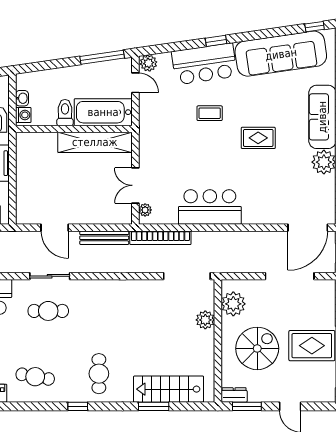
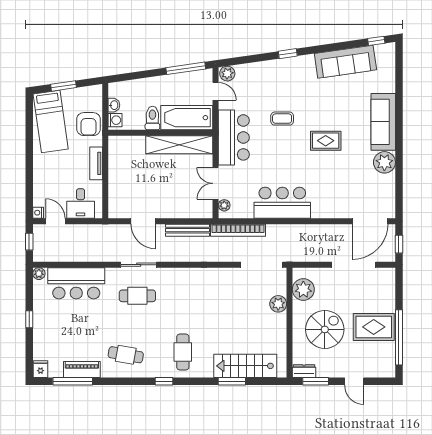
sofa: (281, 54) -> (345, 62), width x0.74, depth x0.79
bar counter: (204, 64) -> (234, 137), moved, turned -82

